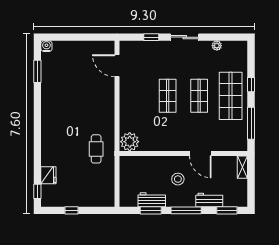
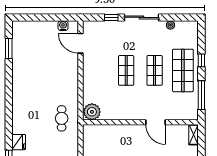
sliding door: (185, 37) -> (142, 17), width x1.37
water cooler: (46, 46) -> (63, 26), moved
stool: (178, 179) -> (135, 145), removed

